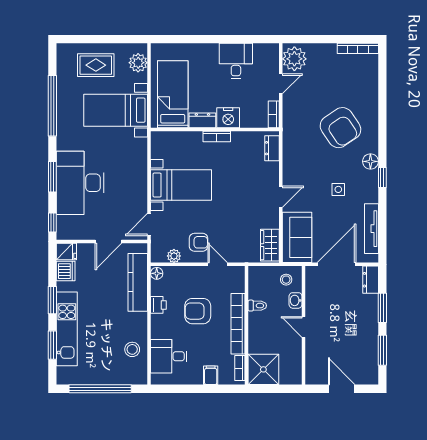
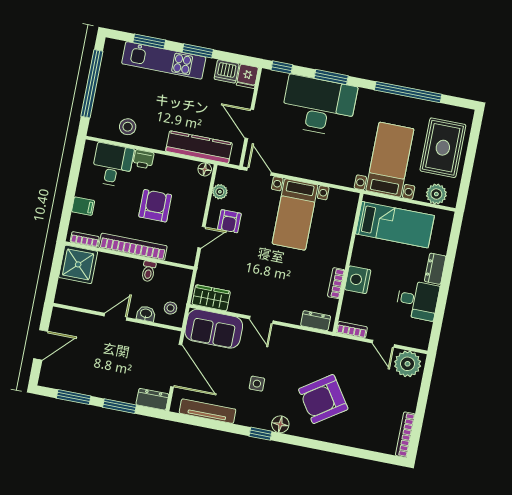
rug: (96, 65) -> (443, 148), width x1.36, depth x1.43
dresser: (202, 120) -> (435, 269), moved, turned 180
bookcase: (217, 136) -> (336, 283), moved
printer: (158, 305) -> (143, 159), moved

